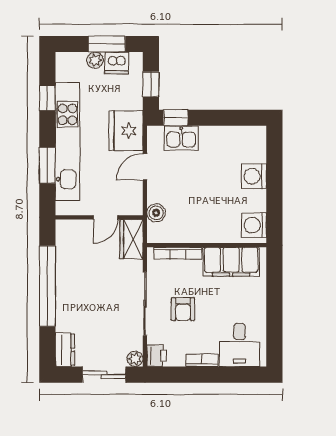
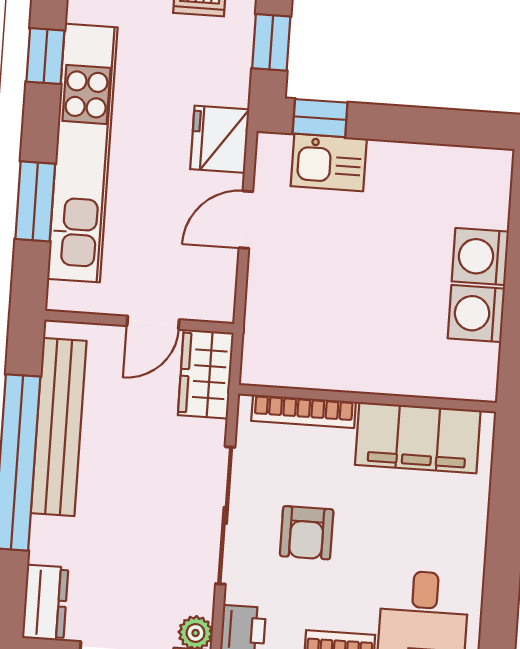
fridge: (126, 131) -> (220, 139), width x0.73, depth x0.75
boiler: (156, 213) -> (263, 321), removed
washing machine: (254, 225) -> (476, 313), moved
bench: (65, 268) -> (59, 427), added

